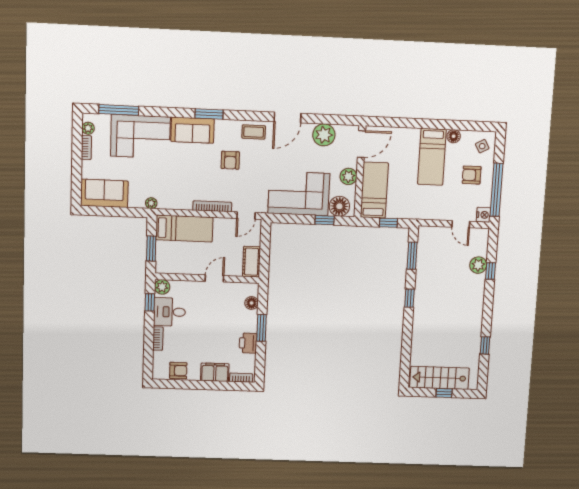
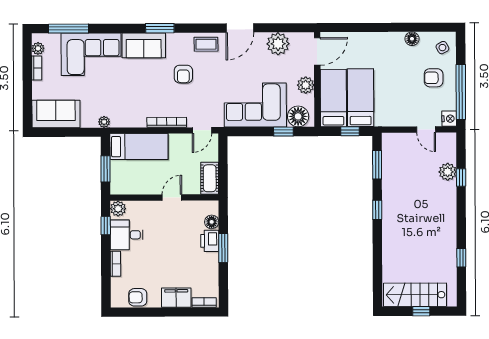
bed: (432, 157) -> (361, 98), moved, turned 180
printer: (248, 343) -> (210, 241), moved
armchair: (178, 371) -> (138, 297), turned 180

